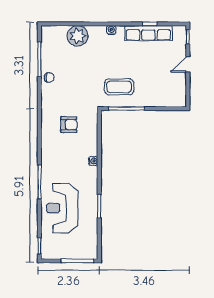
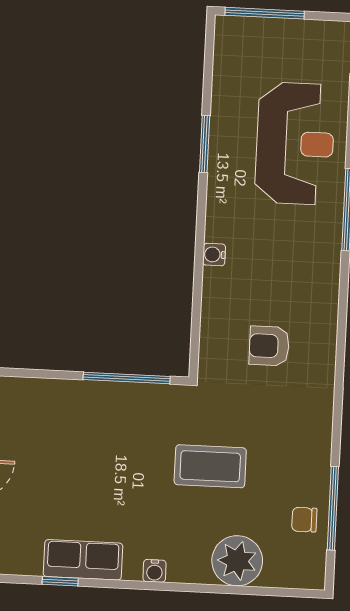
row of seats: (148, 33) -> (83, 560), width x0.68
chair: (49, 77) -> (304, 520), moved
coffee table: (119, 87) -> (210, 466), moved

